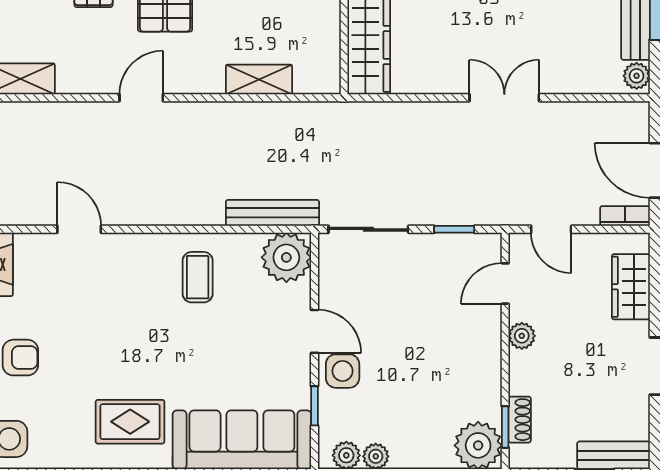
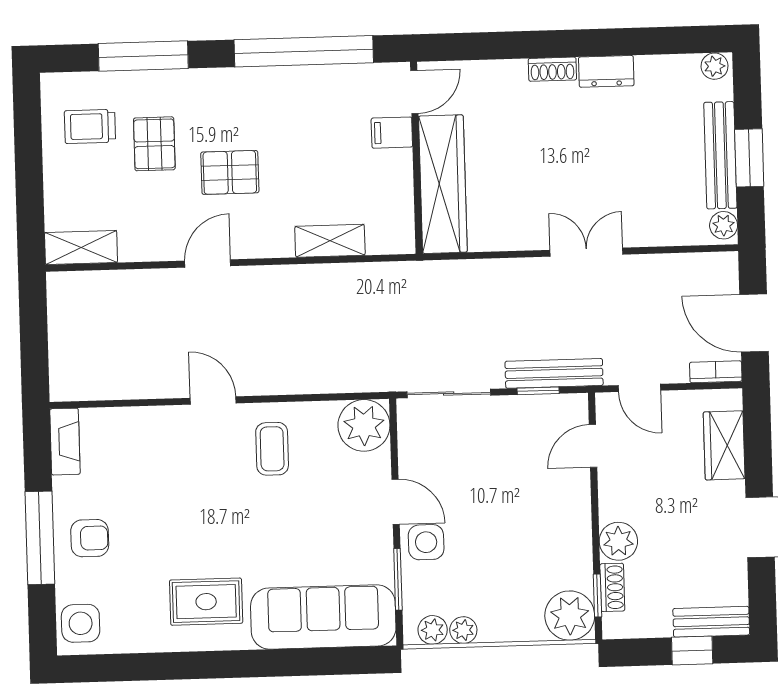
bench: (272, 213) -> (554, 373), moved
door: (79, 229) -> (213, 401), moved
plant: (522, 336) -> (618, 541), moved, width x1.38, depth x1.38
window: (314, 406) -> (398, 579), width x1.50

